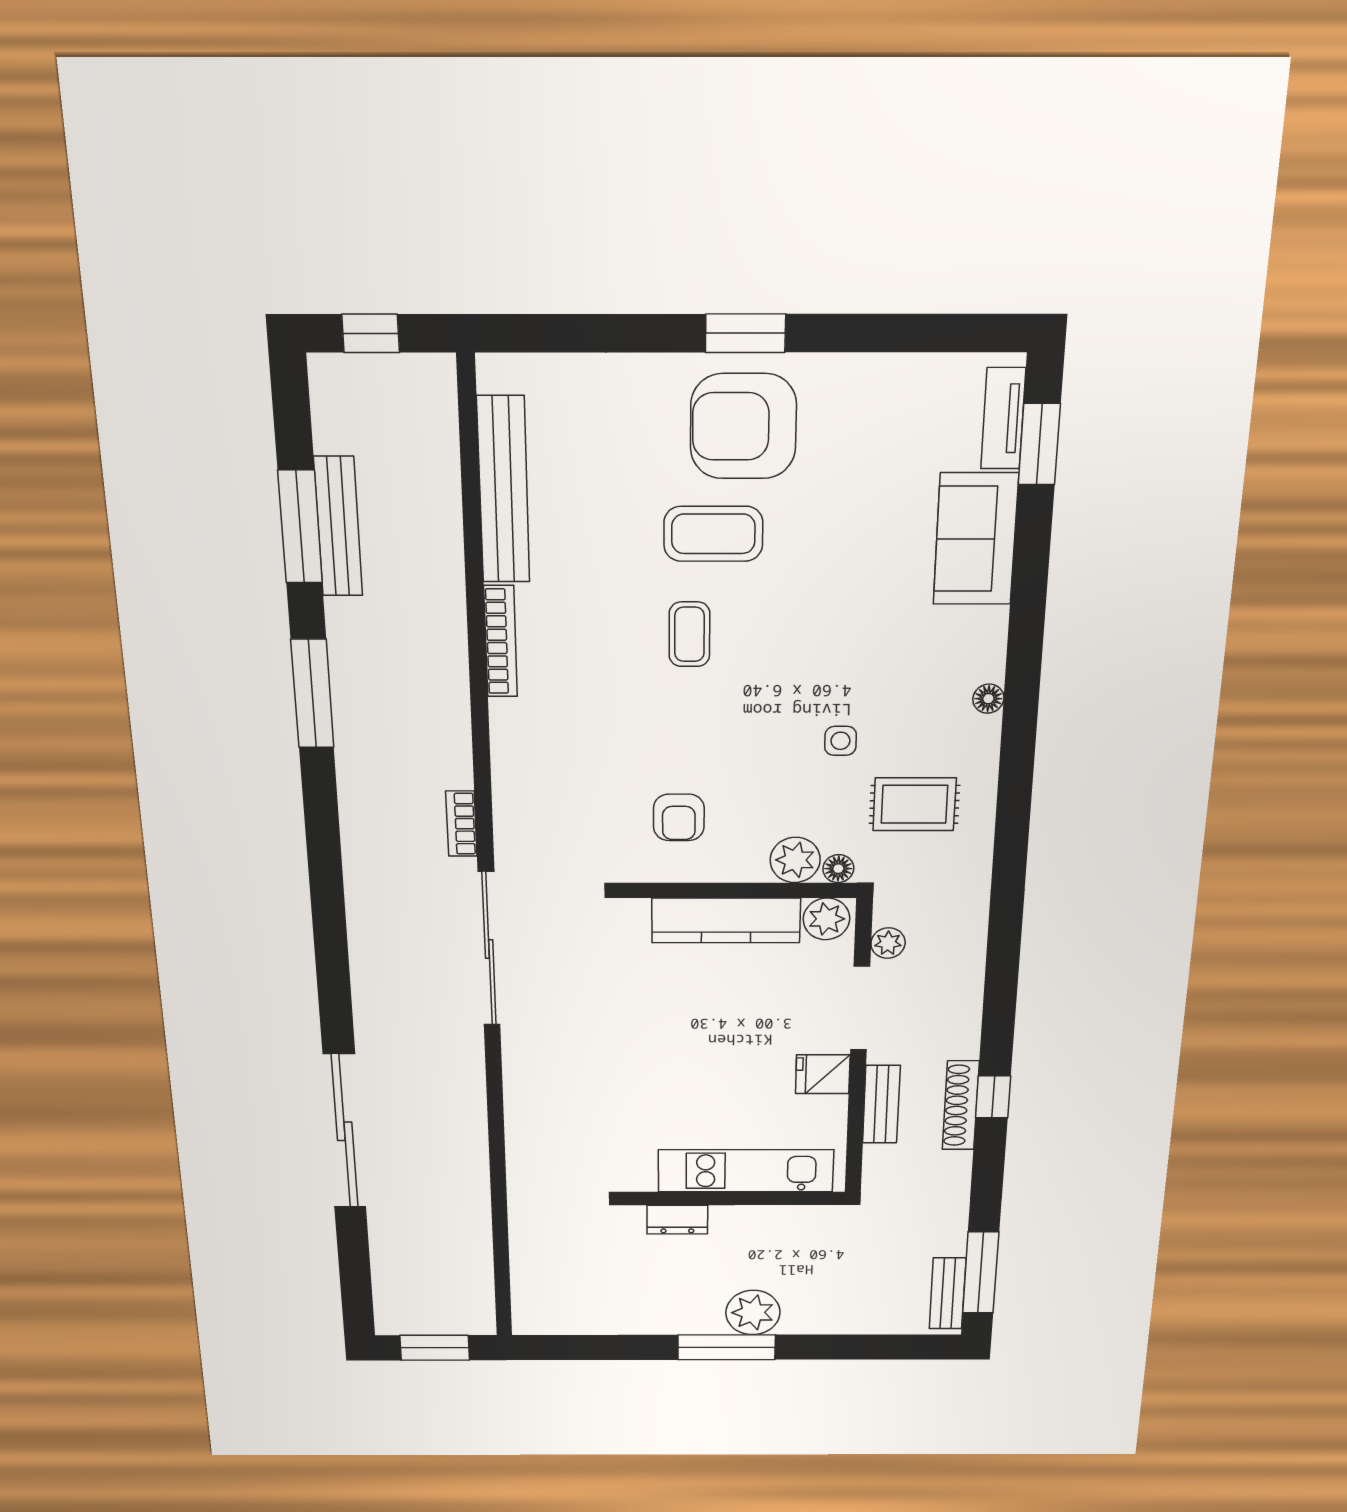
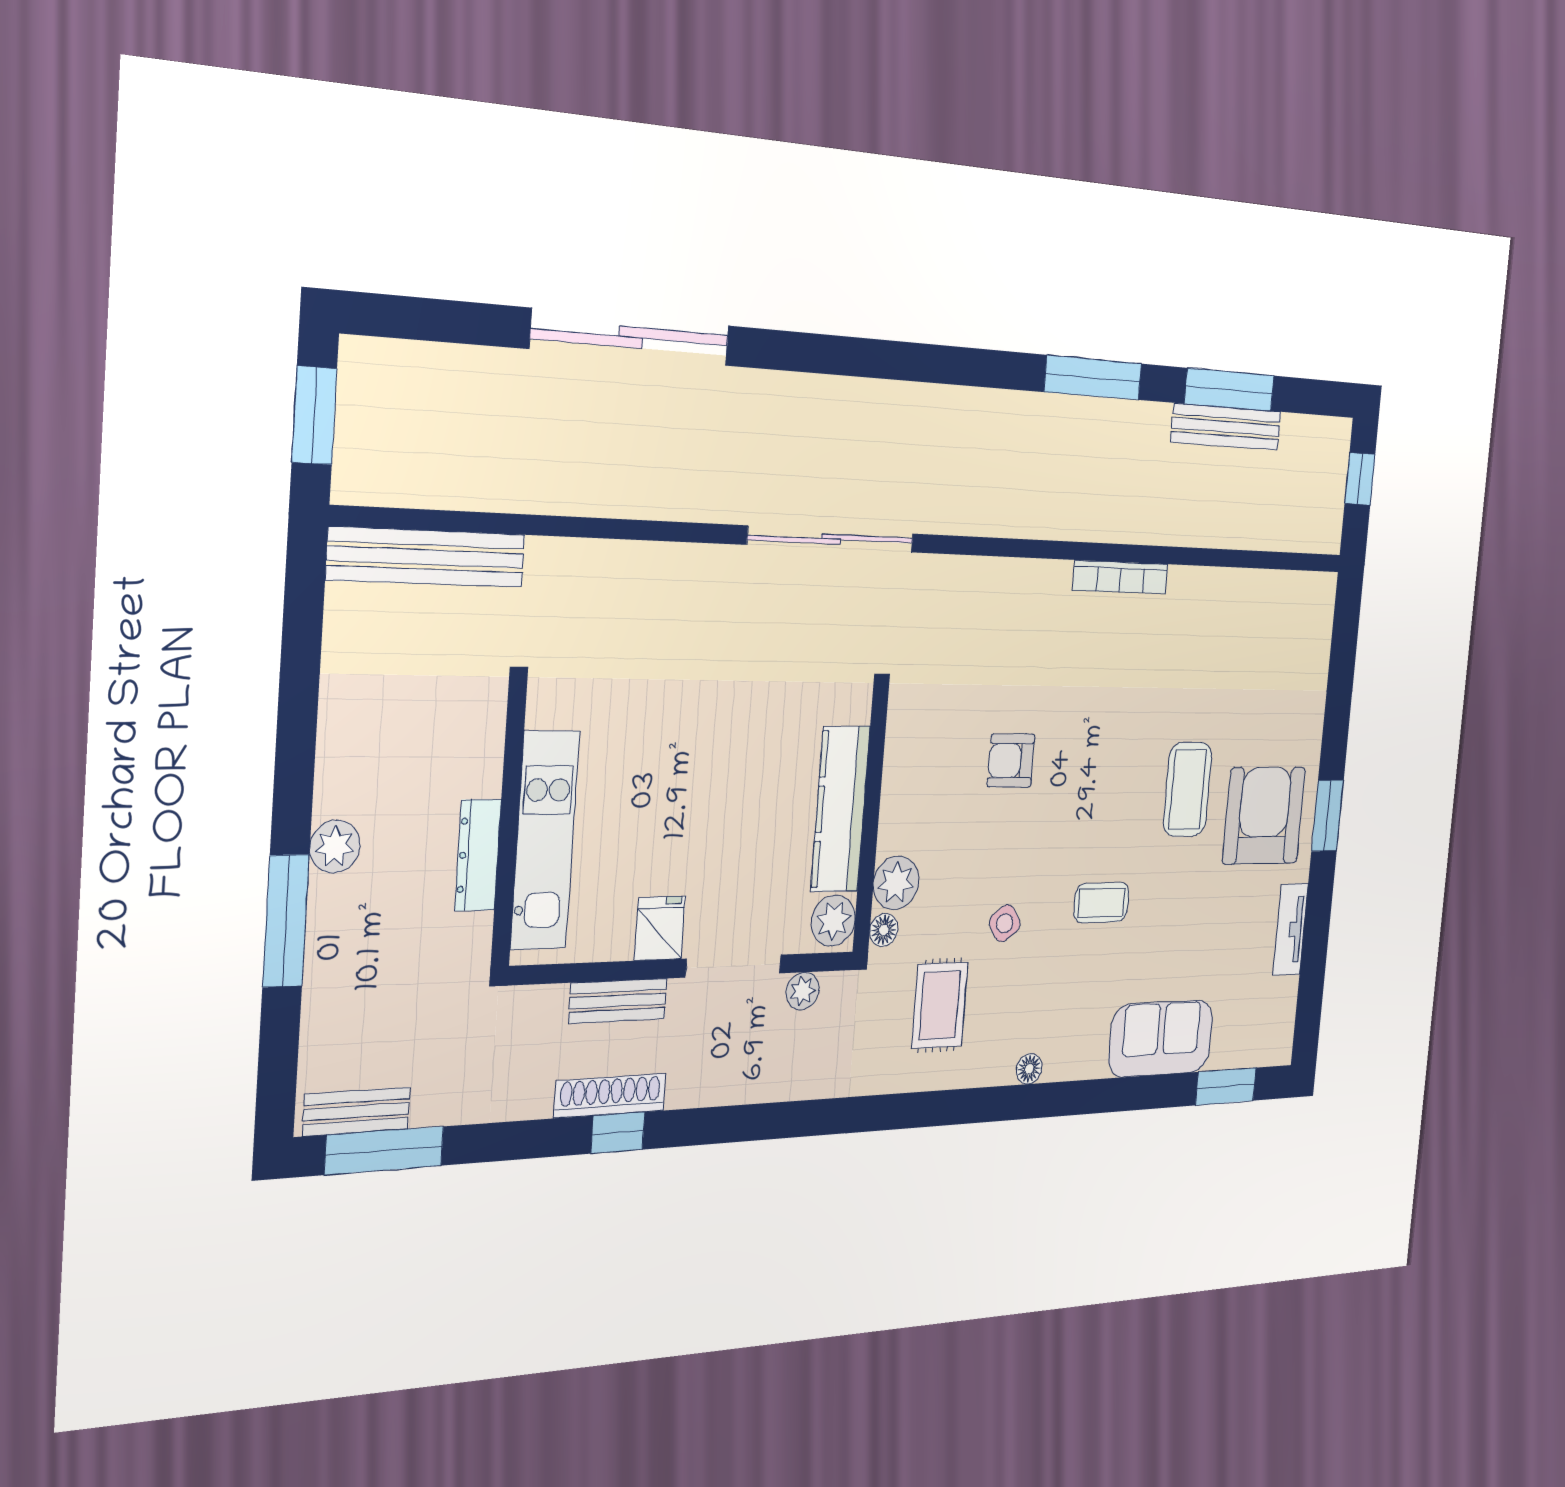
tv unit: (1003, 418) -> (1291, 929), moved, turned -90
bench: (503, 490) -> (427, 557), moved
coffee table: (689, 634) -> (1101, 903), moved
side table: (840, 741) -> (1005, 923), turned -35
armchair: (679, 817) -> (1011, 761), moved
bookcase: (461, 824) -> (961, 521), removed
dresser: (677, 1220) -> (478, 855), moved, width x1.44
plant: (753, 1312) -> (335, 847), width x0.73, depth x0.73
window: (727, 1347) -> (286, 921), moved

